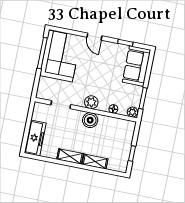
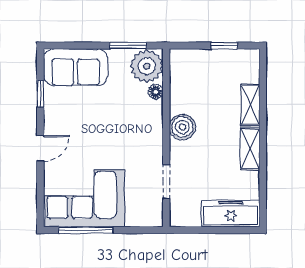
plant: (91, 102) -> (152, 131), removed
plant: (132, 112) -> (147, 66), width x1.88, depth x1.88

